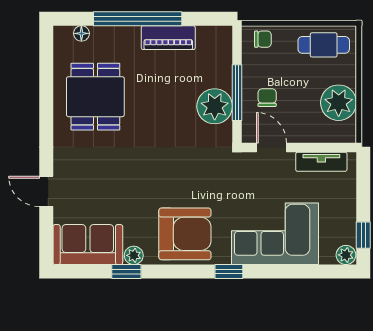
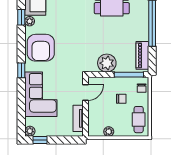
piano: (168, 38) -> (142, 55), moved
window: (237, 93) -> (129, 75), moved
chair: (267, 98) -> (121, 99), moved
plant: (339, 103) -> (109, 132), width x0.53, depth x0.53

